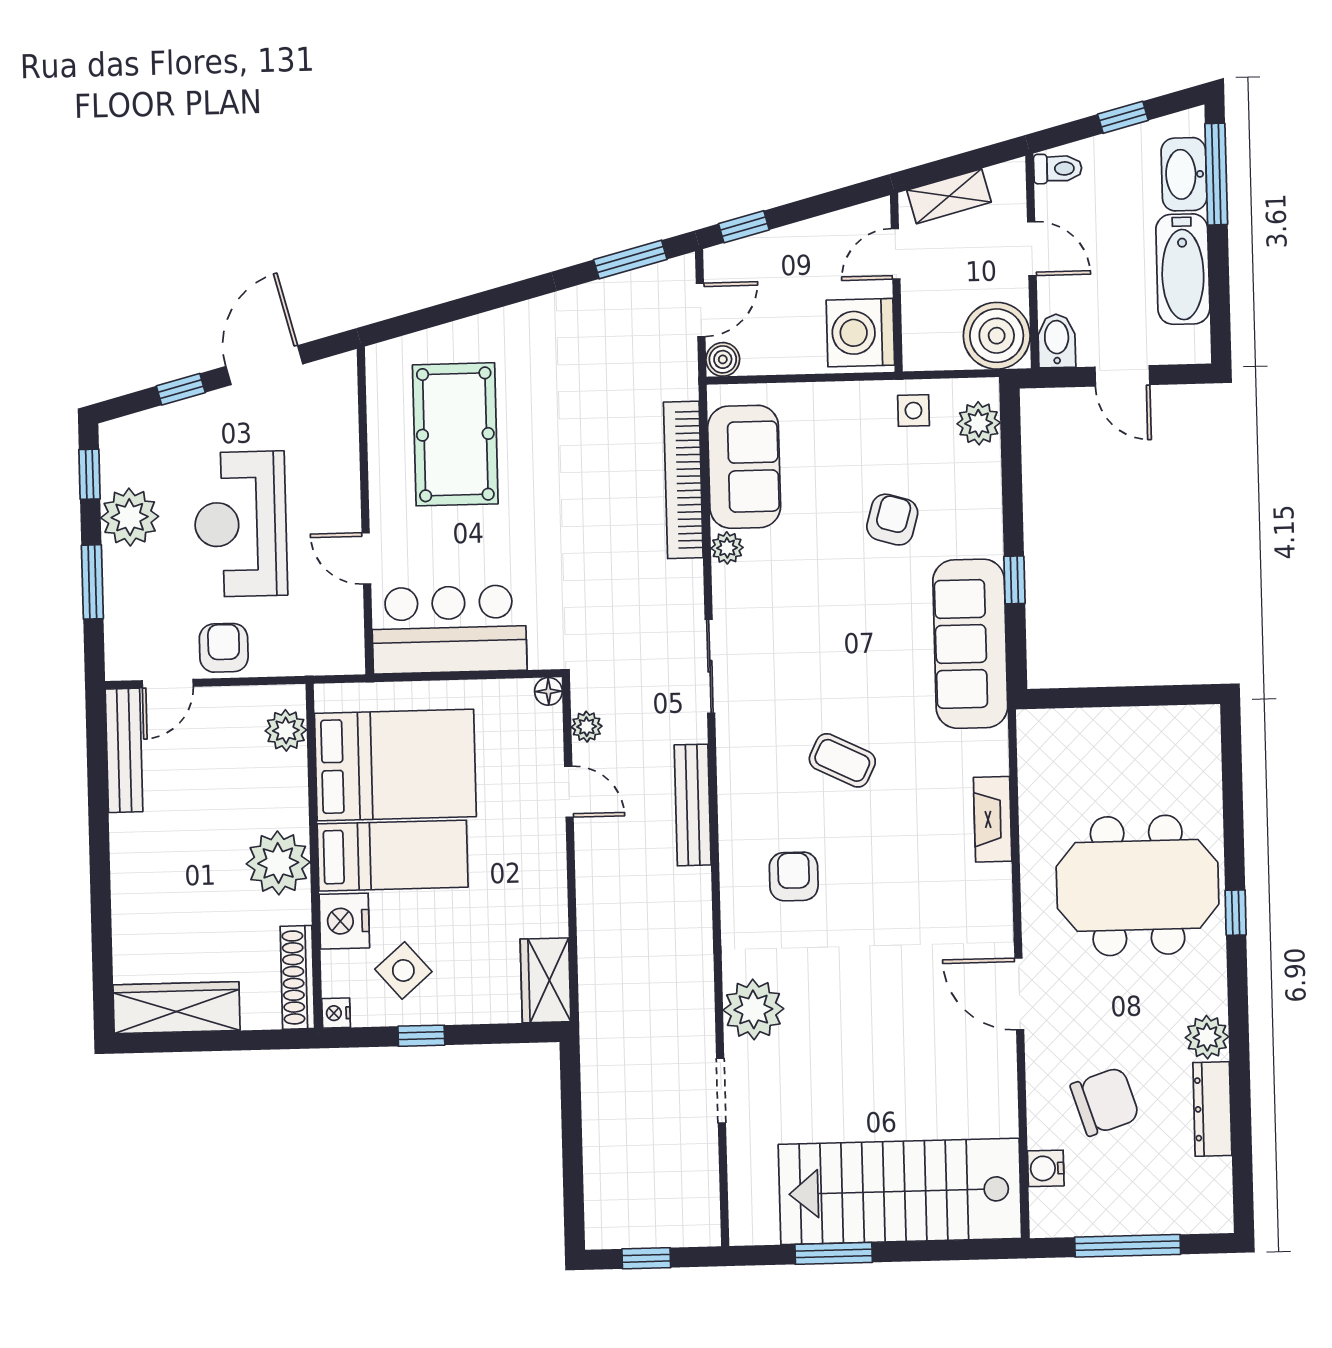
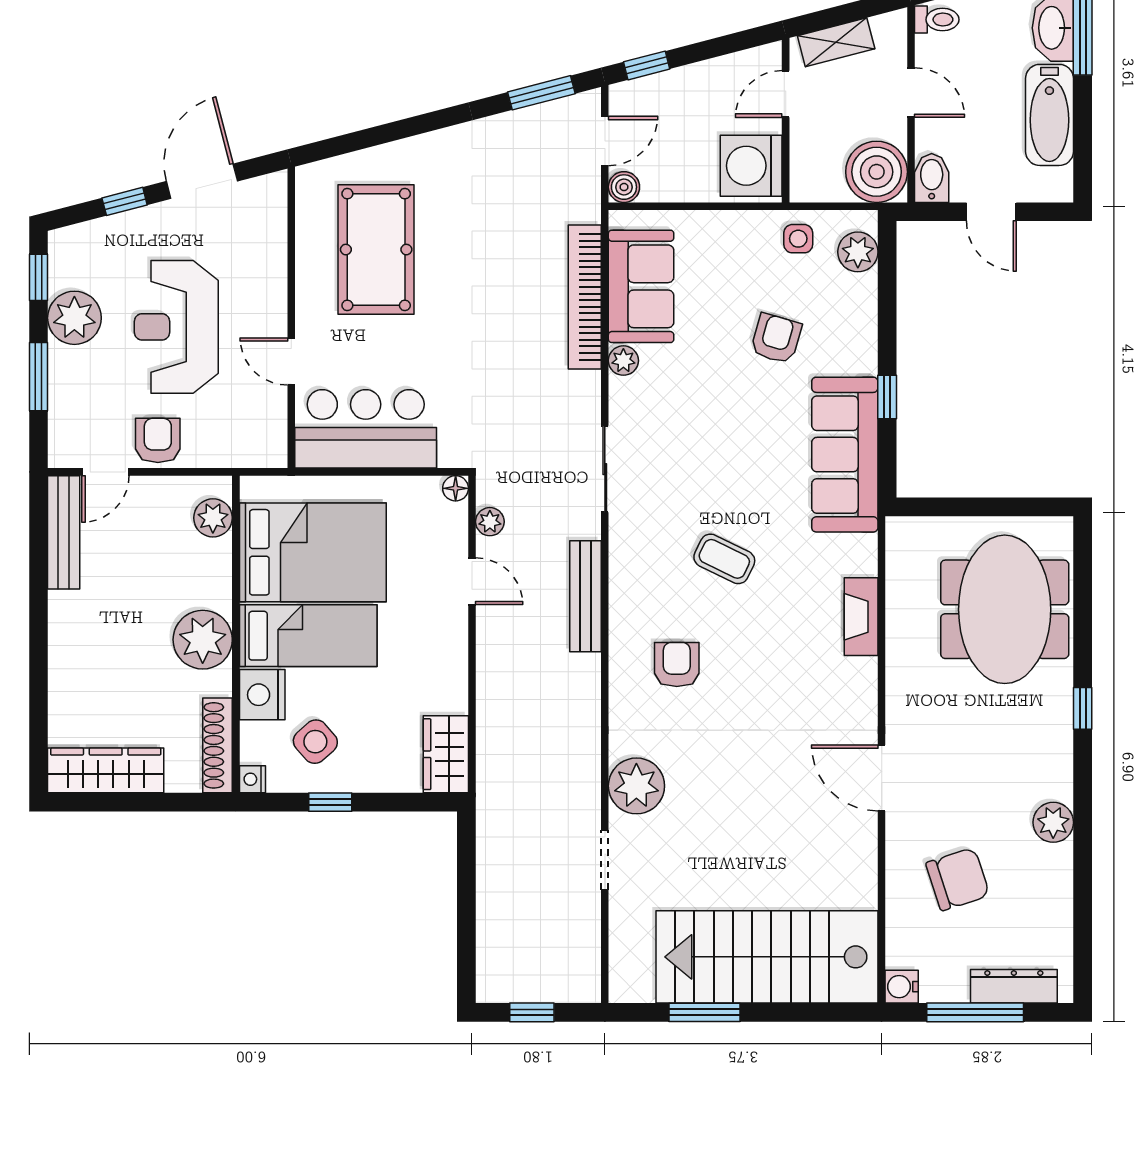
meeting table: (1138, 885) -> (1005, 609), moved, turned 90
dresser: (1212, 1109) -> (1014, 986), moved, turned 90
water cooler: (1046, 1168) -> (902, 987), moved

